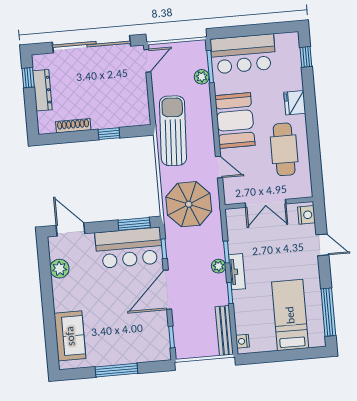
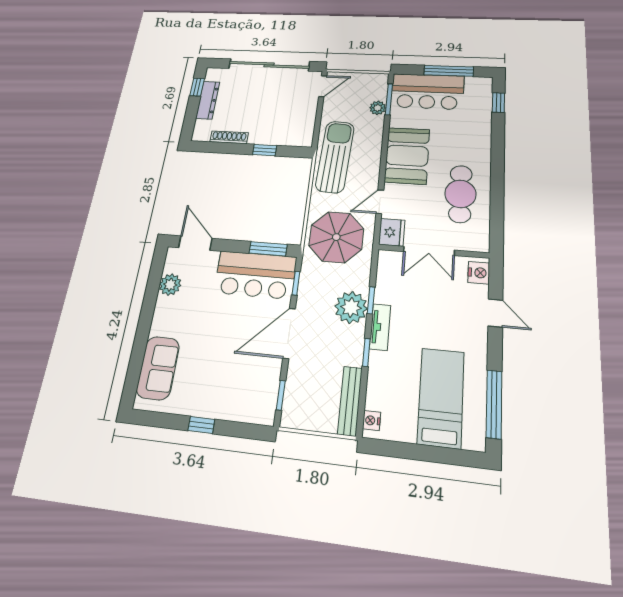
window: (259, 30) -> (449, 71), added
fridge: (295, 103) -> (392, 232), moved, turned 180
door: (219, 167) -> (380, 202), swing flipped
plant: (219, 266) -> (351, 307), width x1.88, depth x1.88
window: (116, 370) -> (201, 425), width x0.46

